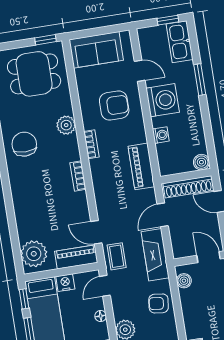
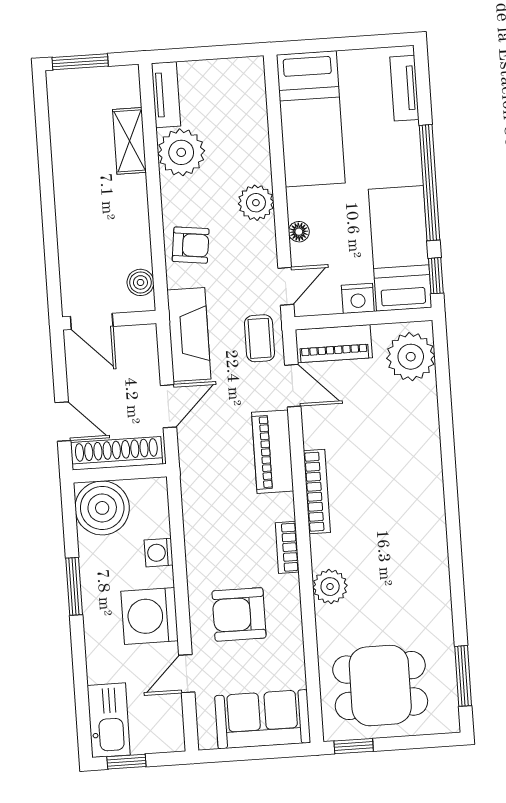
door: (140, 71) -> (187, 674), hinge flipped
window: (200, 80) -> (74, 586), moved
chair: (24, 144) -> (410, 559), removed
boiler: (201, 162) -> (102, 508), width x1.86, depth x1.86
piano: (141, 166) -> (273, 452), moved, turned 180
bookcase: (78, 176) -> (317, 492), width x1.56

